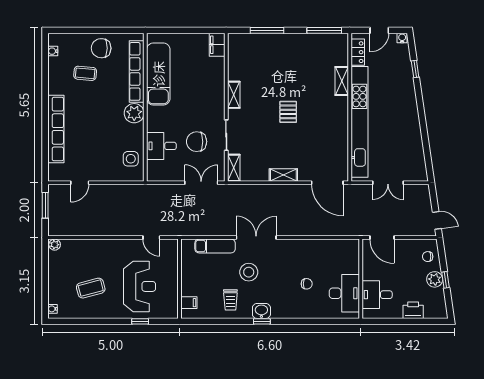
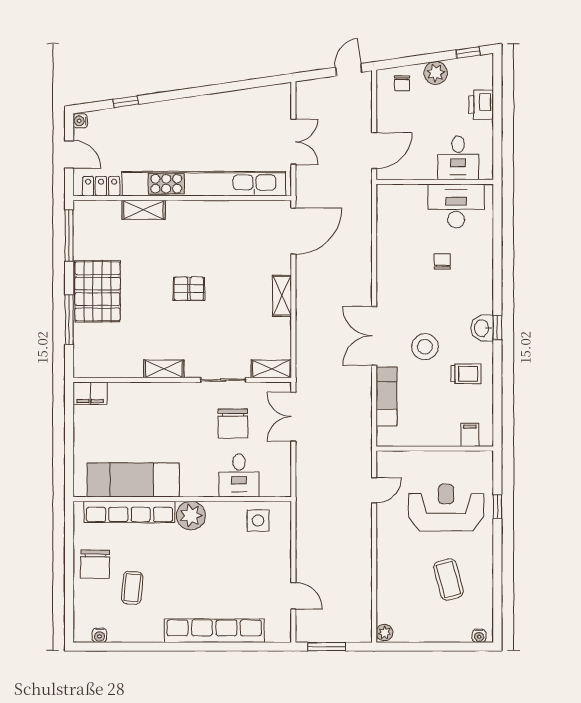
pallet: (286, 50) -> (98, 291), added
window: (445, 280) -> (468, 53), moved

